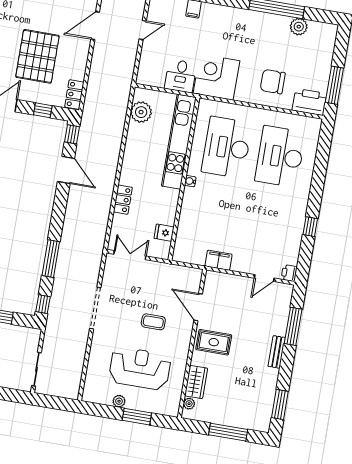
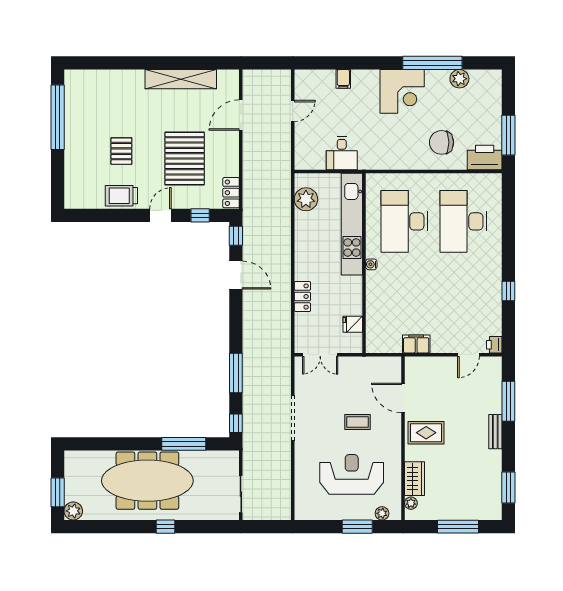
corner desk: (216, 77) -> (402, 91), moved, turned 180
double door: (130, 255) -> (320, 355), swing flipped
plant: (119, 401) -> (382, 513), moved

